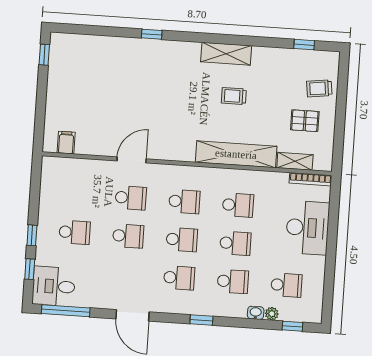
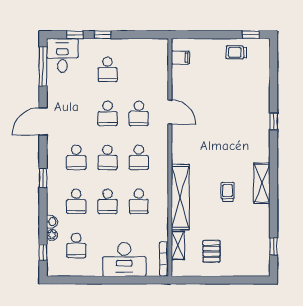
trolley: (319, 88) -> (236, 52), moved, turned -83

